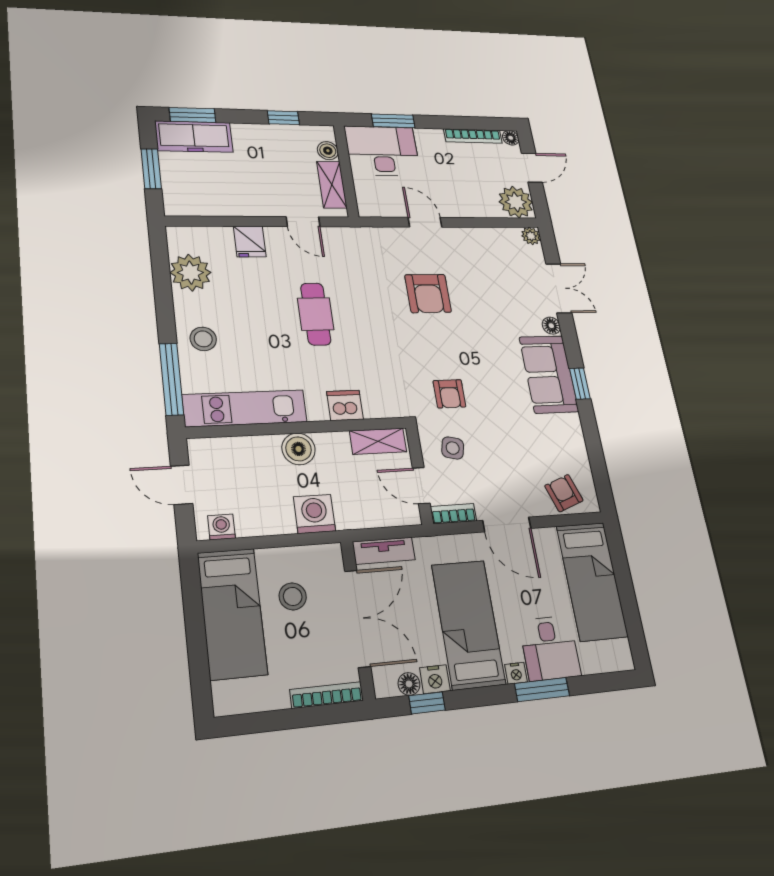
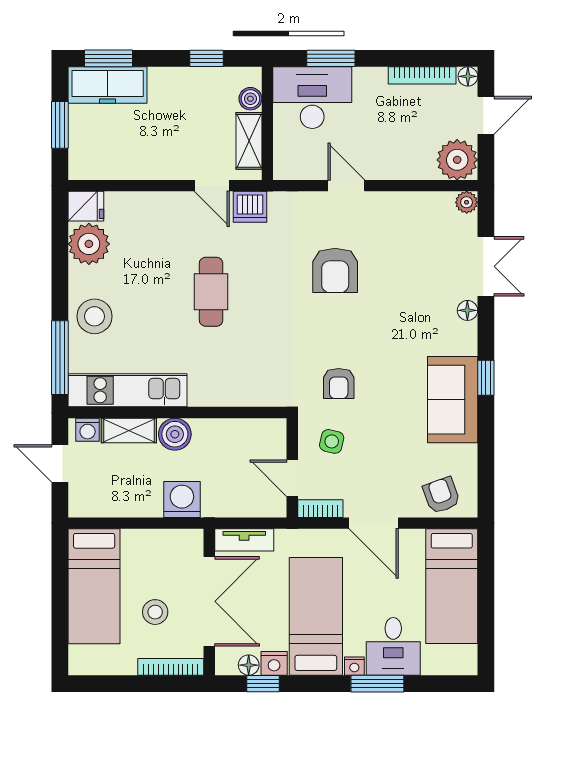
fridge: (250, 241) -> (86, 206), moved, turned -90
stool: (203, 339) -> (94, 316), width x1.38, depth x1.38
sofa: (549, 374) -> (453, 400), moved
dishwasher: (345, 405) -> (250, 207), moved, turned 180
shelving: (378, 441) -> (129, 430), moved
washing machine: (221, 527) -> (88, 430), moved, turned 180
stool: (293, 596) -> (155, 612), moved

